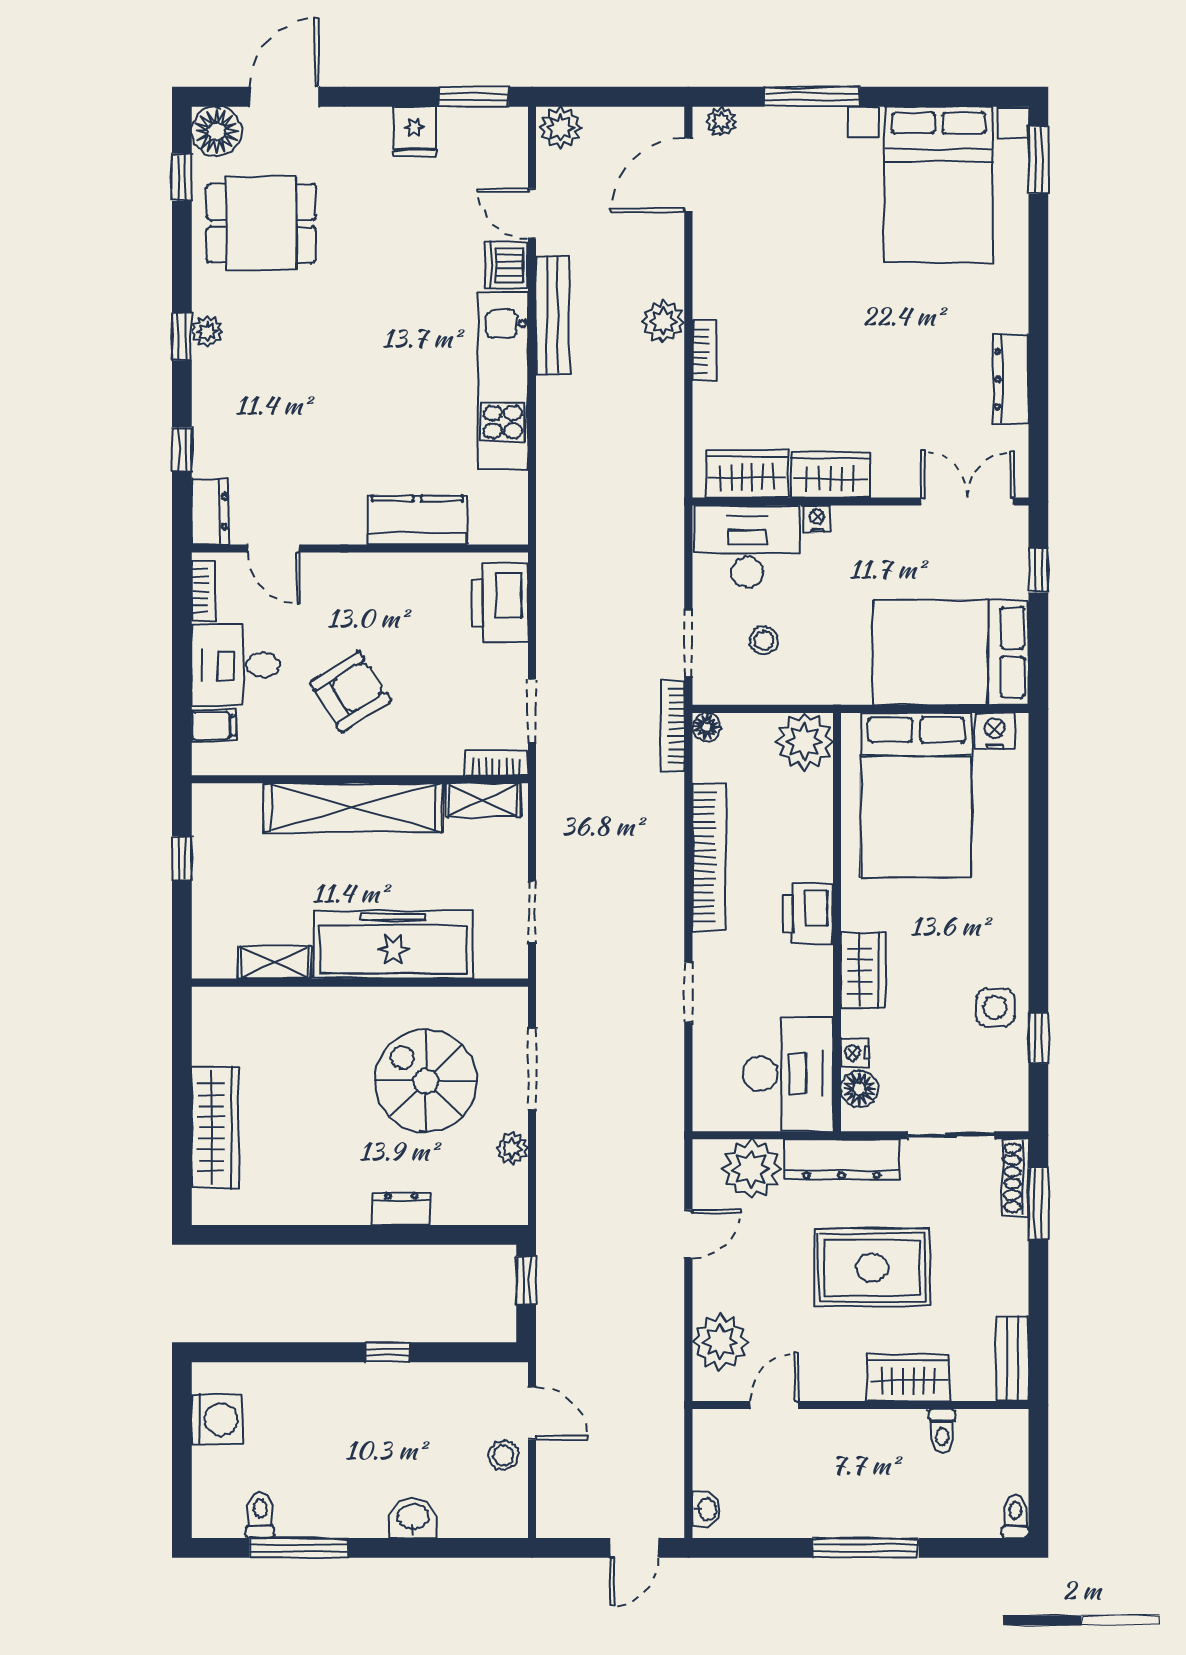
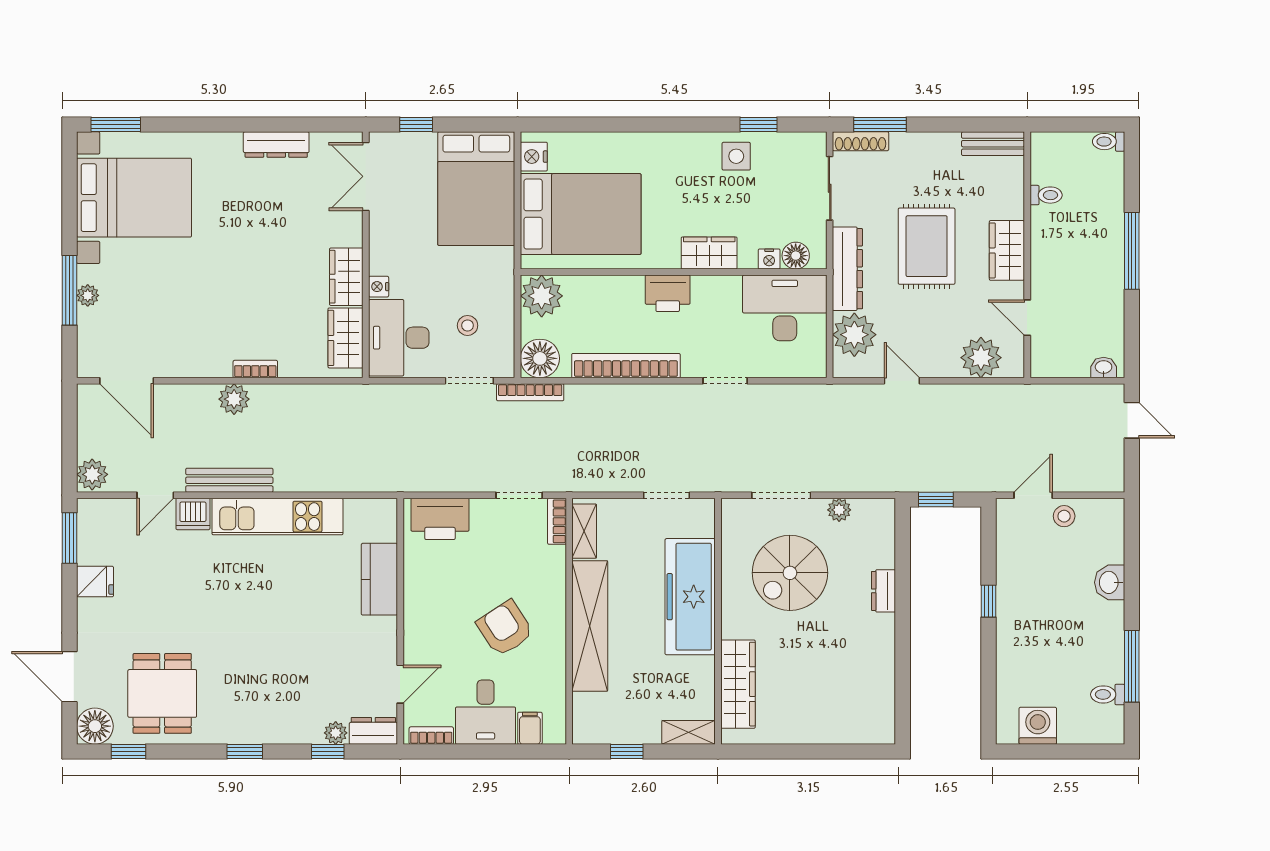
plant: (721, 122) -> (88, 295), moved
plant: (207, 331) -> (336, 733), moved
floor lamp: (706, 727) -> (540, 358), width x1.89, depth x1.89
shelving: (274, 962) -> (688, 732), moved, turned 90
wardrobe: (215, 1128) -> (738, 684), moved, turned 90
wardrobe: (908, 1377) -> (1007, 250), moved

